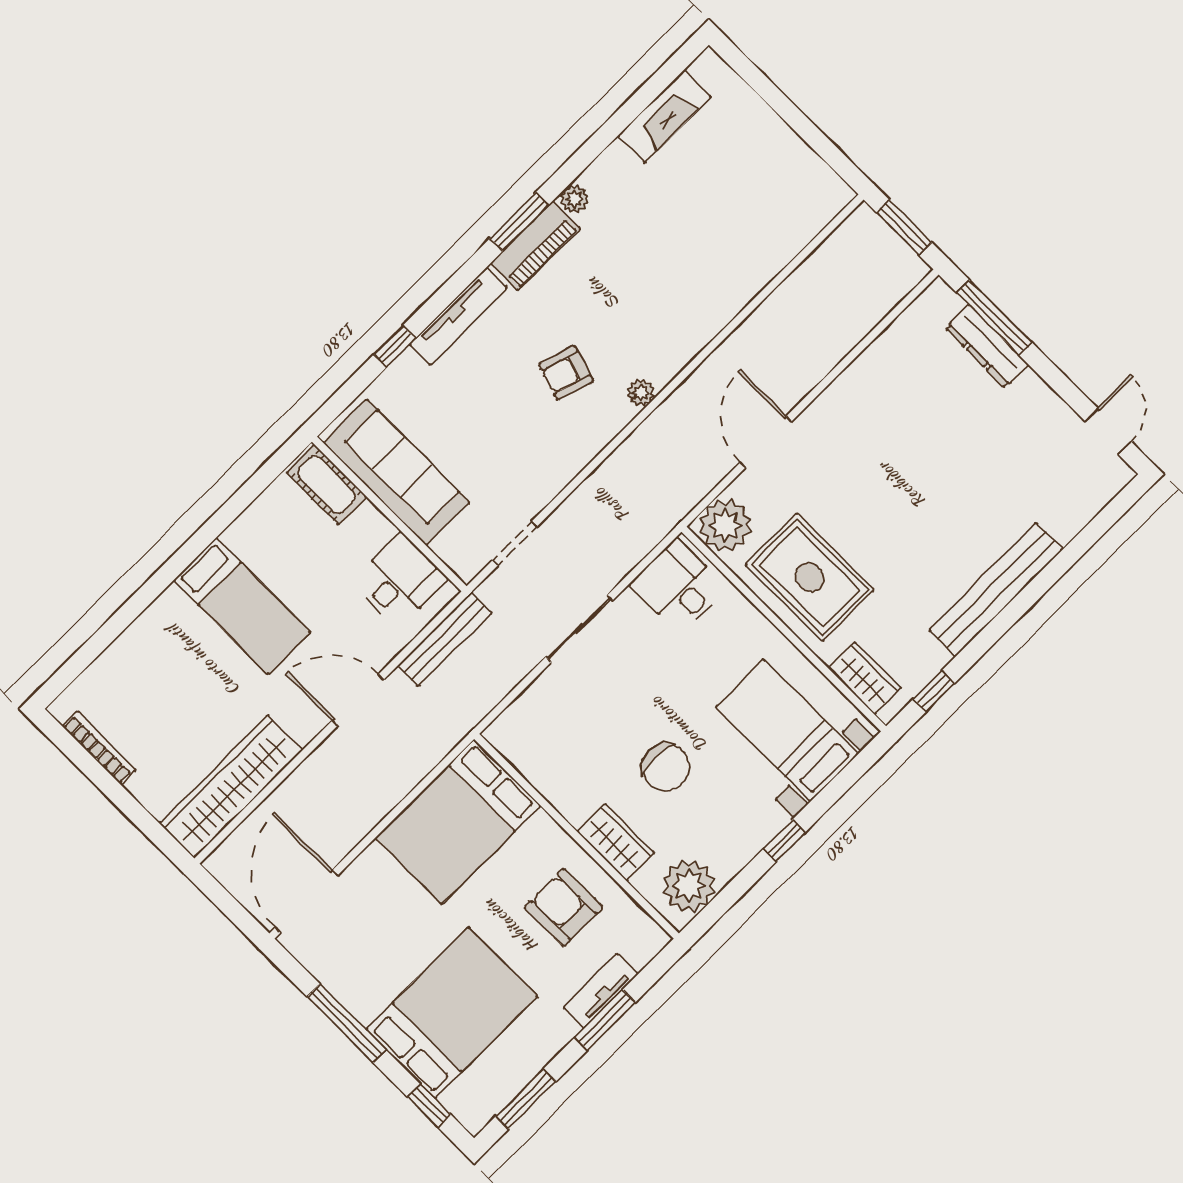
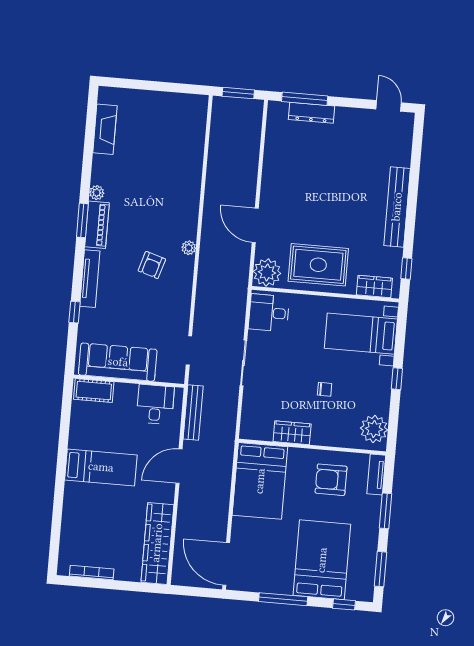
chair: (666, 767) -> (325, 389), width x0.54, depth x0.54
wardrobe: (616, 842) -> (292, 433), moved
tv unit: (601, 991) -> (376, 474), moved

